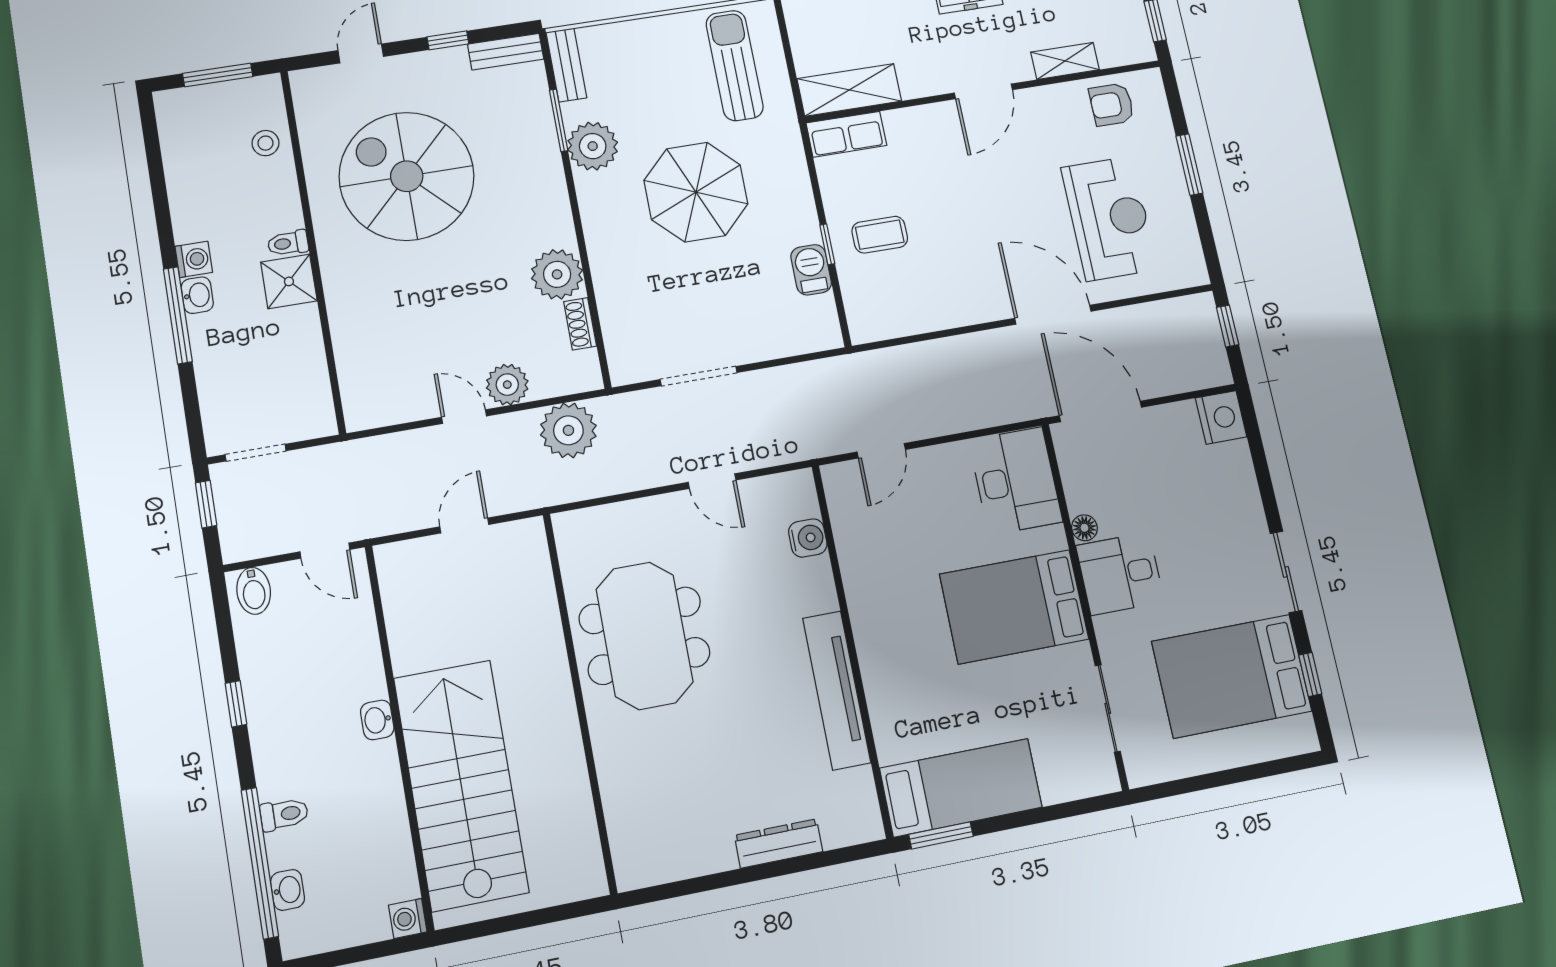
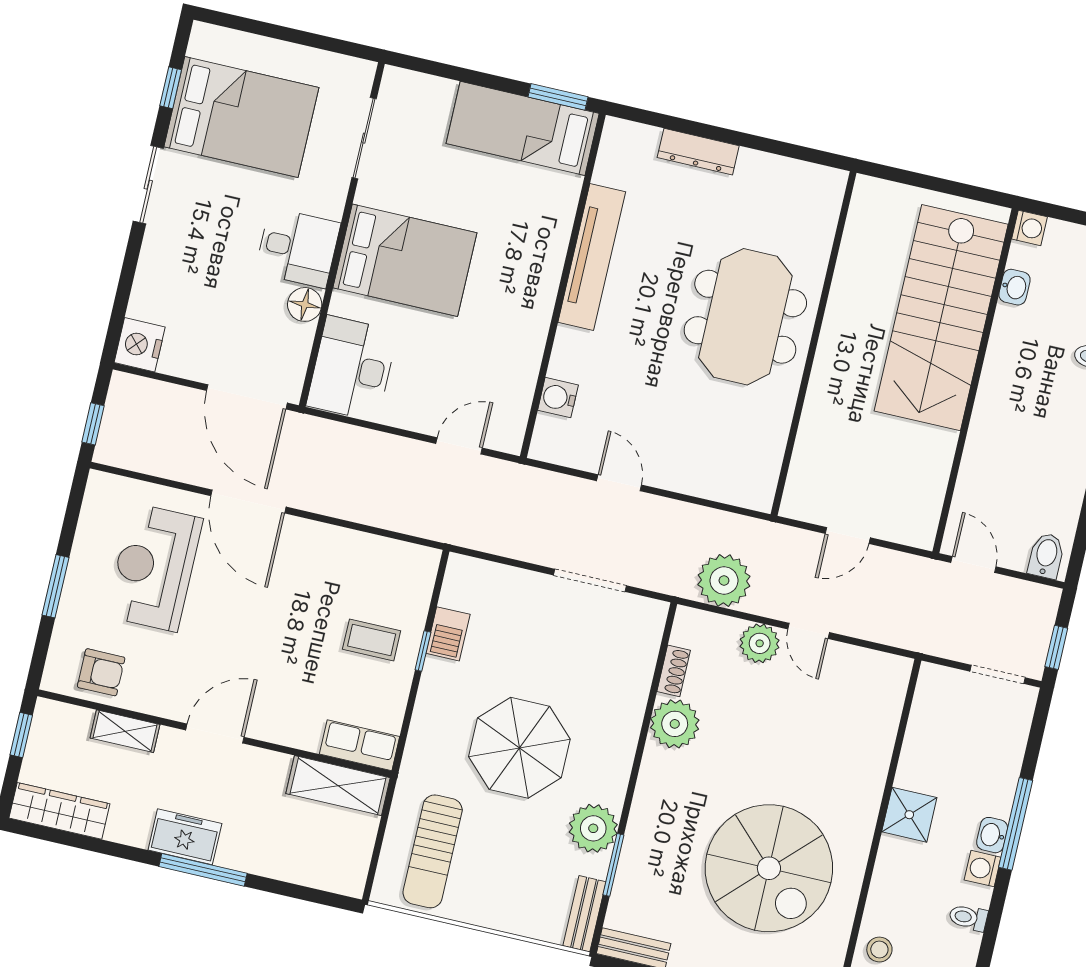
toilet: (288, 243) -> (968, 918), moved, turned 180
floor lamp: (1084, 528) -> (305, 304), width x1.37, depth x1.37
meeting table: (644, 636) -> (745, 317), moved
washbasin: (377, 720) -> (1015, 287), moved

